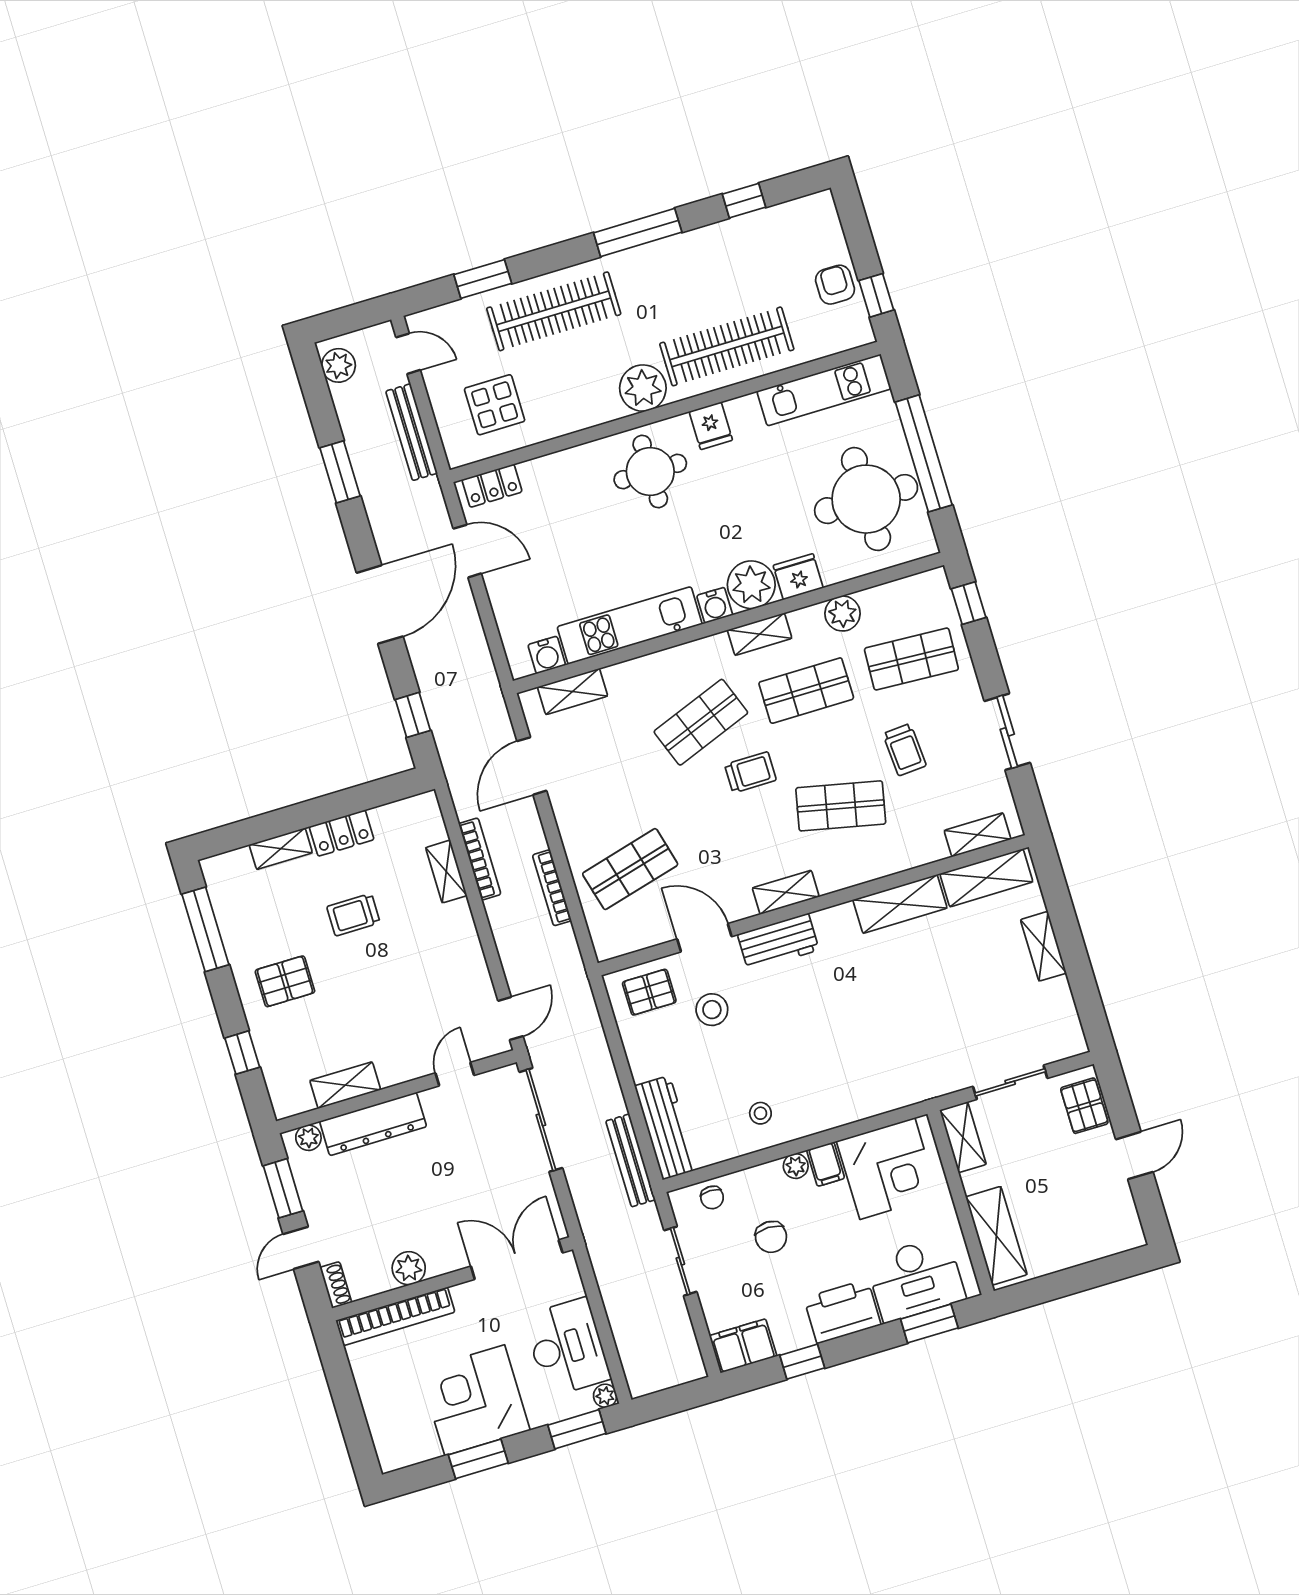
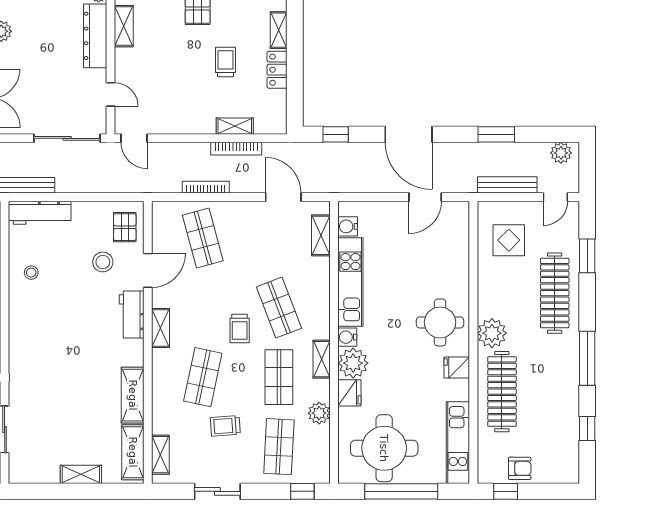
locker: (492, 486) -> (460, 224), removed

